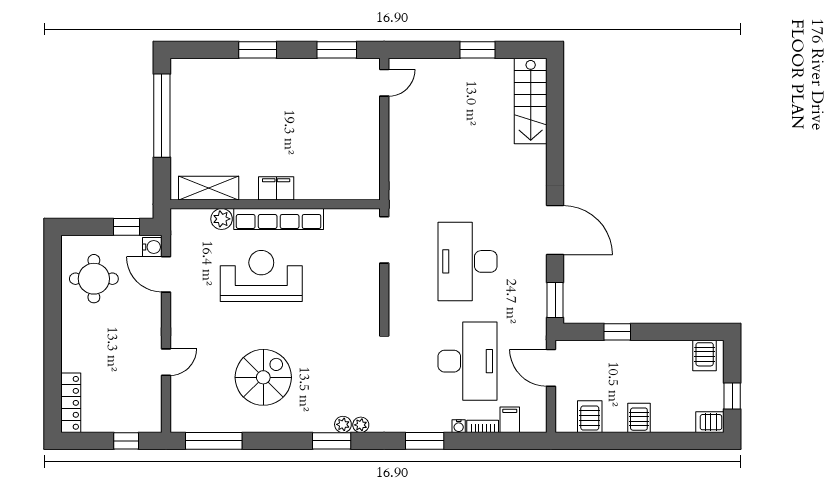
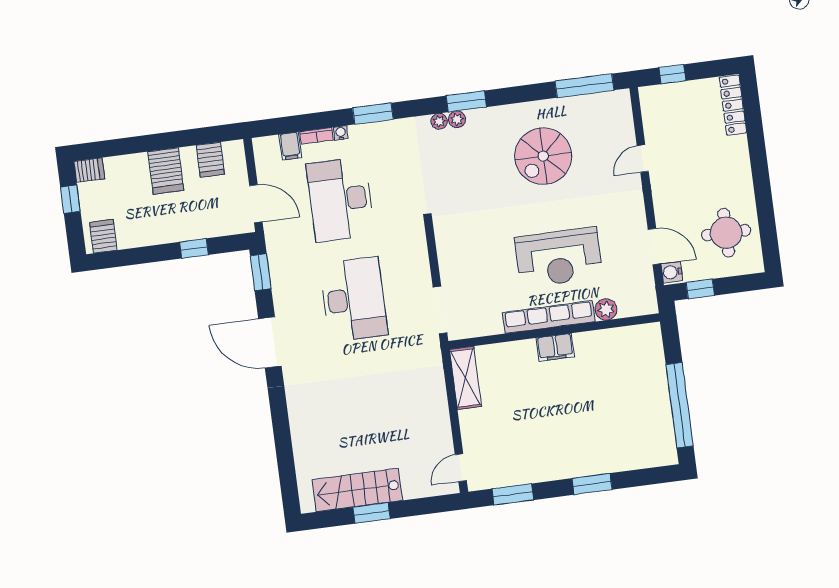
stairs: (531, 101) -> (357, 490), moved, turned -90
shelving: (209, 188) -> (465, 378), moved, turned 90
server rack: (639, 418) -> (166, 171), width x1.36, depth x1.44

